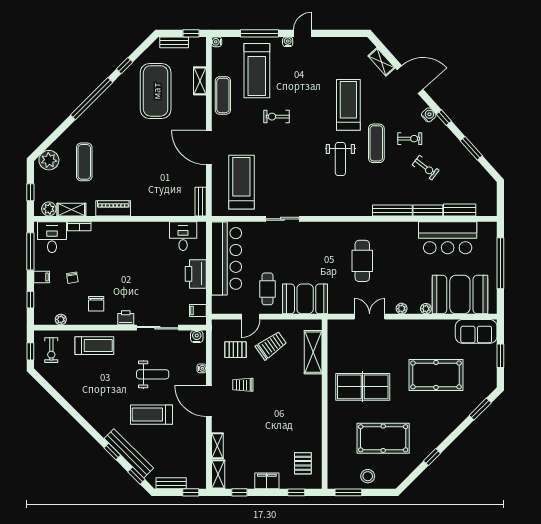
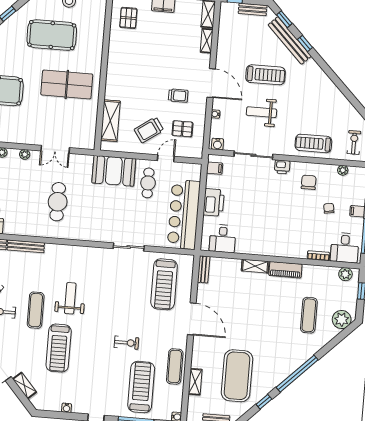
water cooler: (288, 42) -> (67, 408), moved
shelving: (71, 210) -> (255, 266), moved

